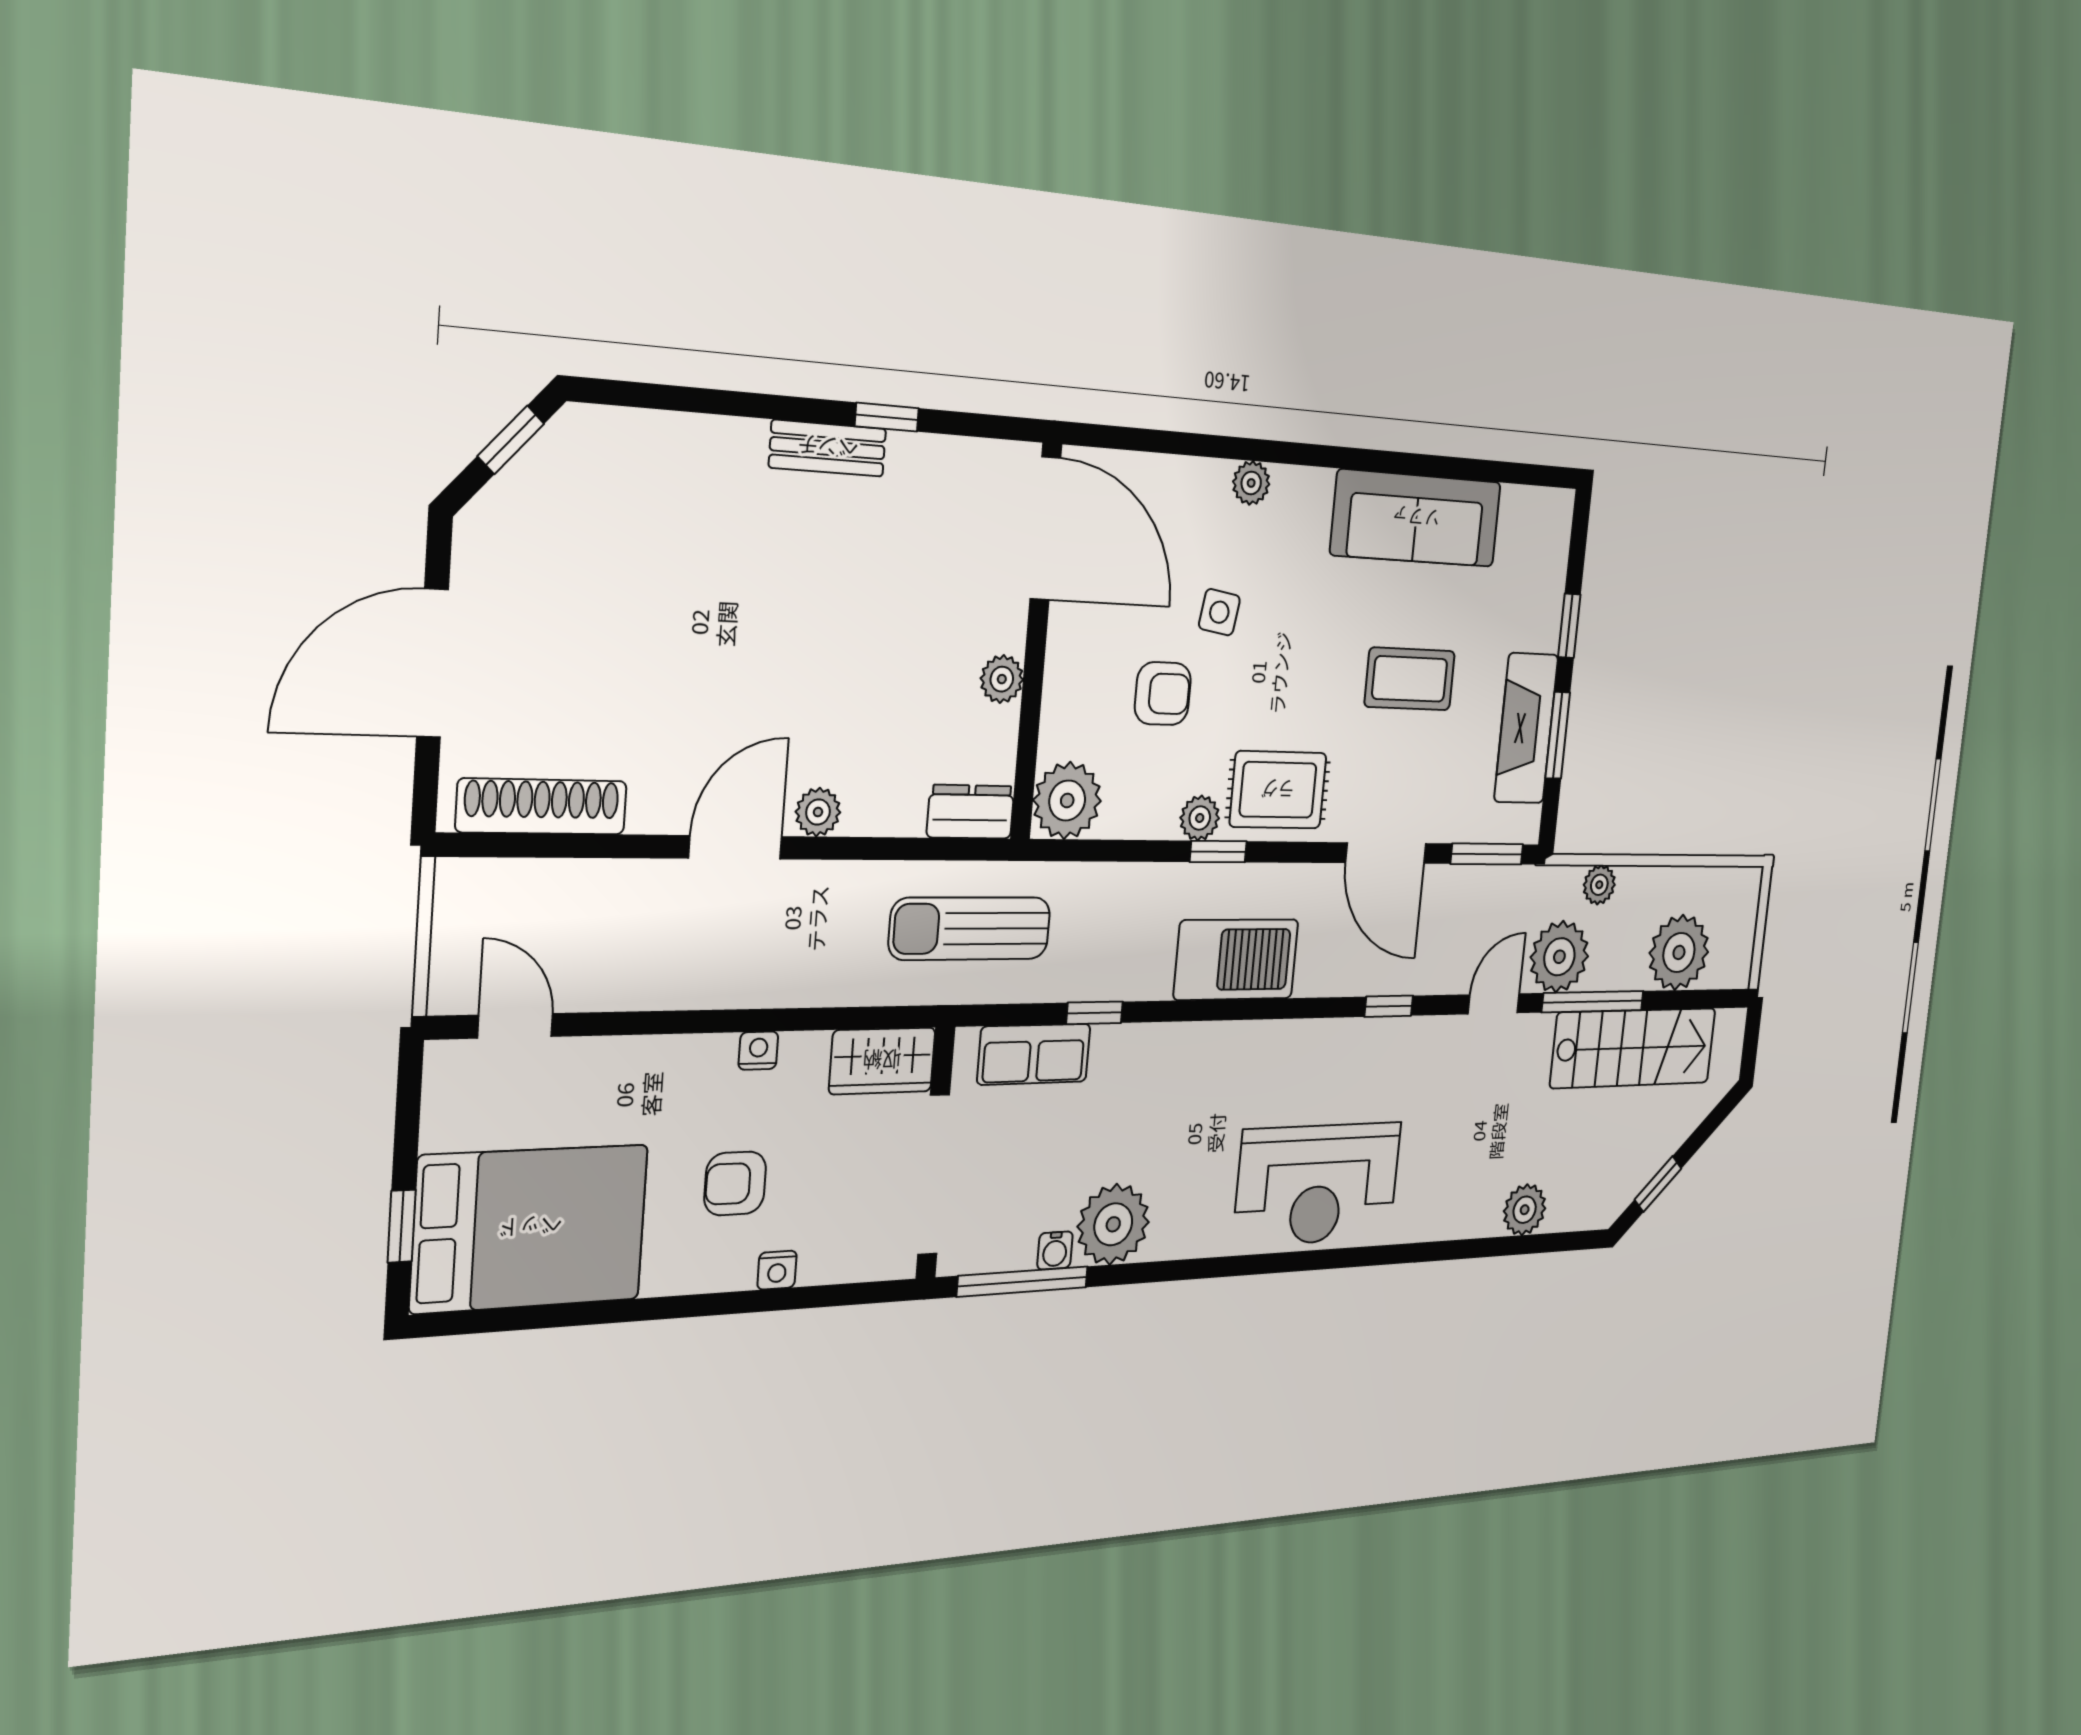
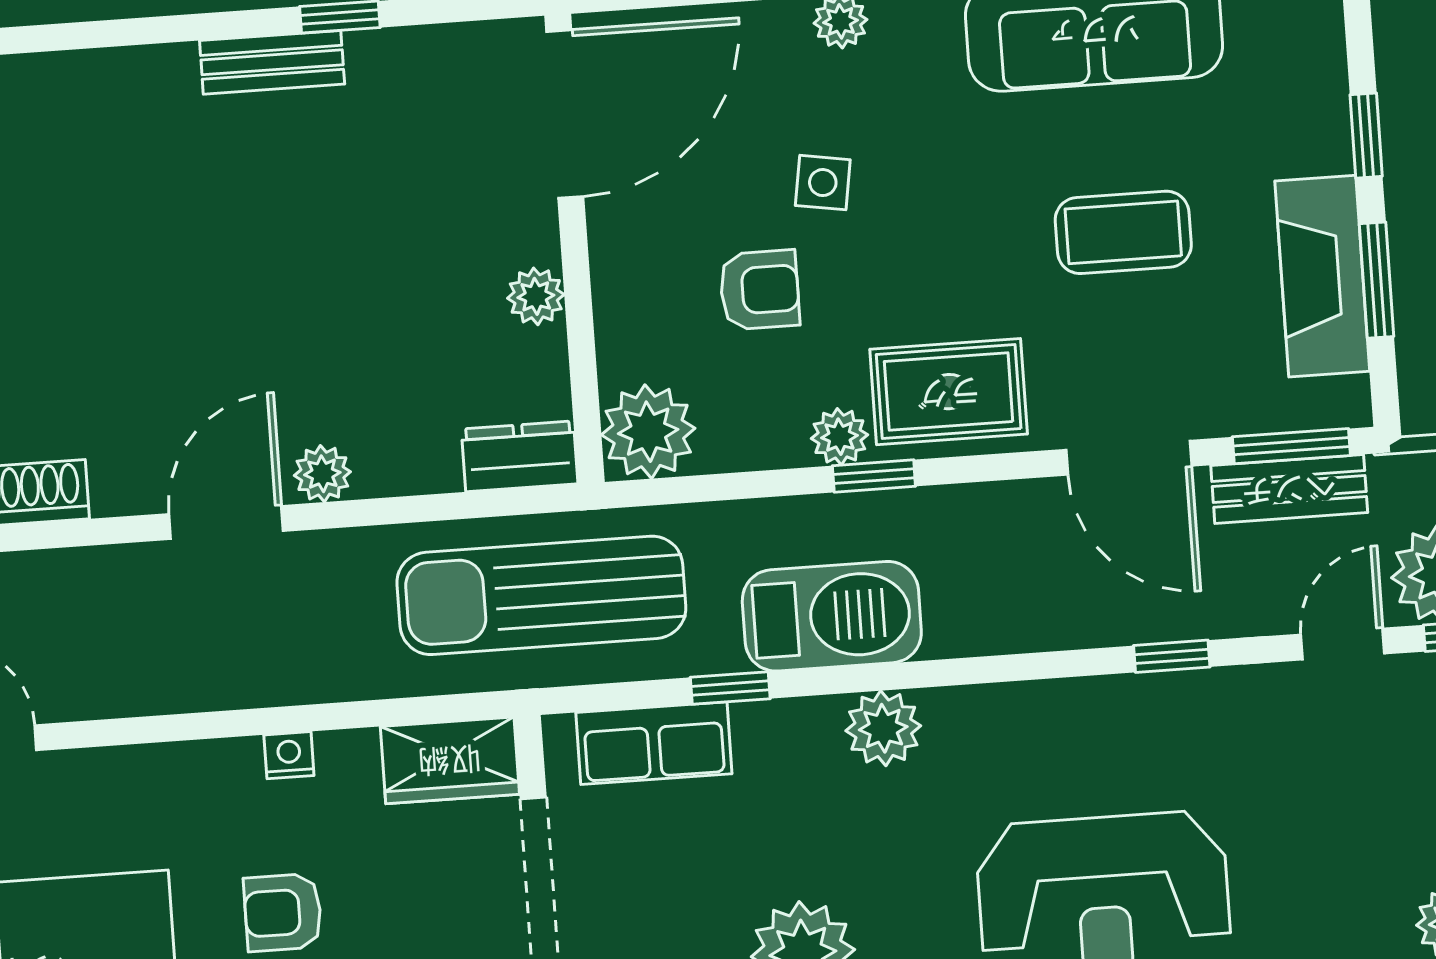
door: (1045, 528) -> (565, 114), hinge flipped
bench: (1480, 886) -> (1289, 489), added
sun lounger: (970, 929) -> (541, 595), width x1.36, depth x1.34
barbecue: (1236, 960) -> (832, 616), moved
plant: (1194, 1051) -> (883, 728), added

